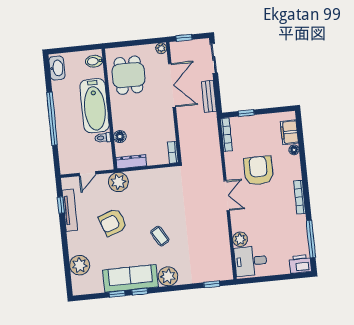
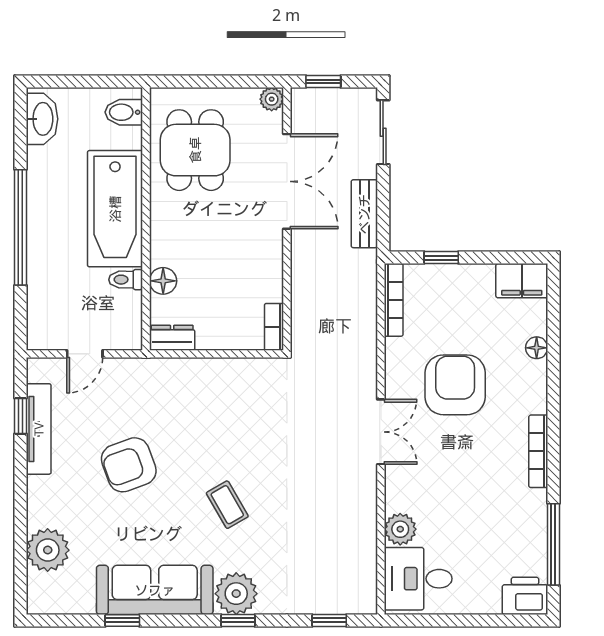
filing cabinet: (289, 132) -> (522, 281), moved, turned -90
dresser: (131, 162) -> (172, 338), width x0.70
plant: (118, 182) -> (150, 379), removed
window: (140, 292) -> (238, 620), moved

